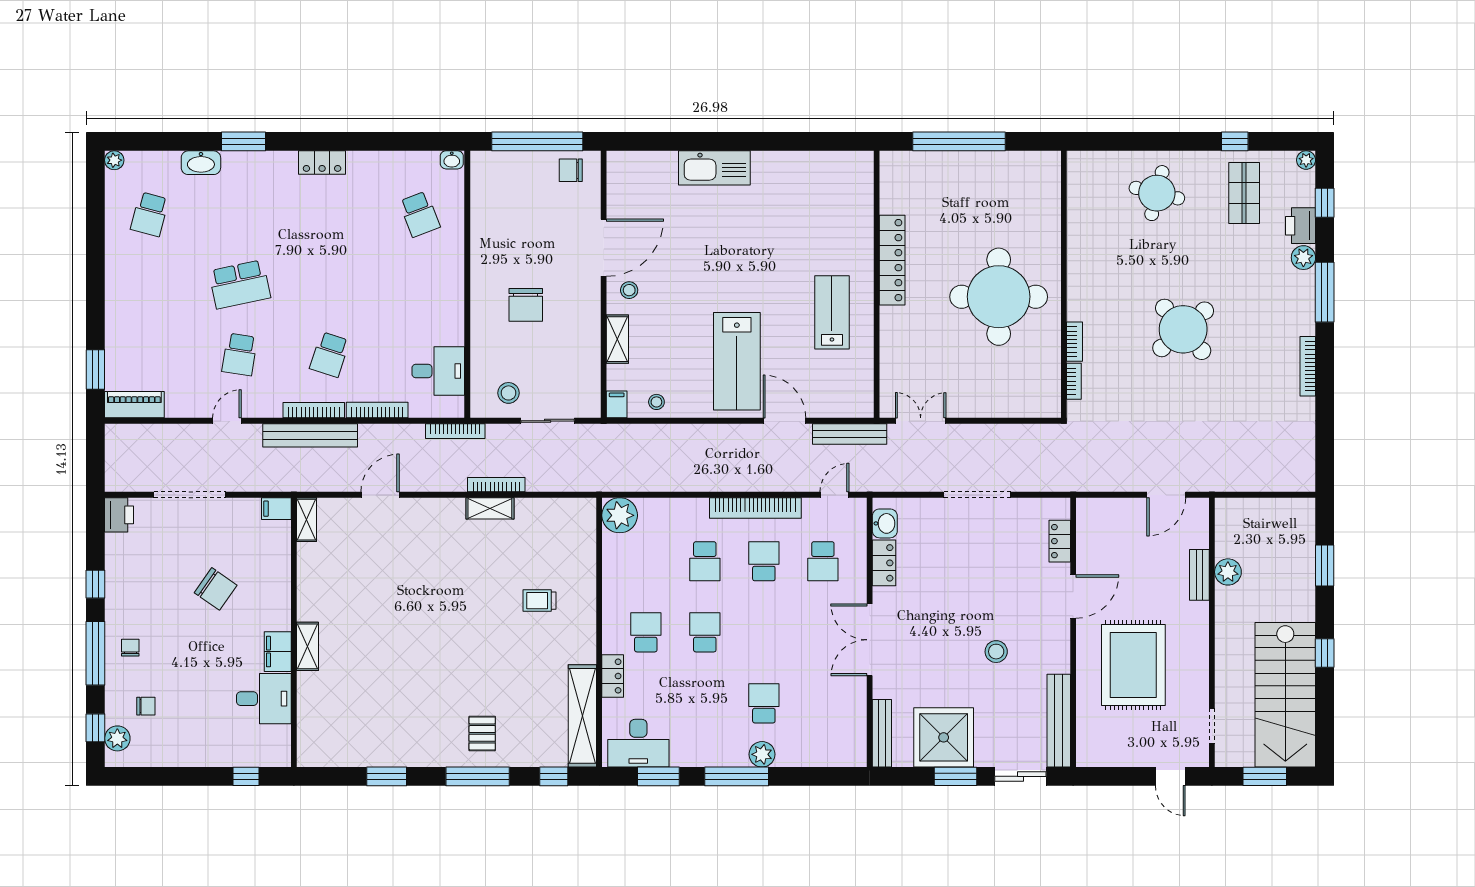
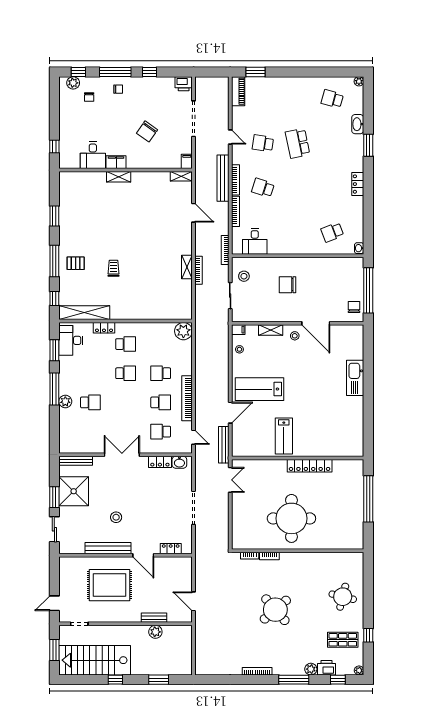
lab bench: (832, 312) -> (284, 436), turned 90
trolley: (539, 601) -> (113, 268), moved
bench: (1059, 721) -> (108, 548), moved

